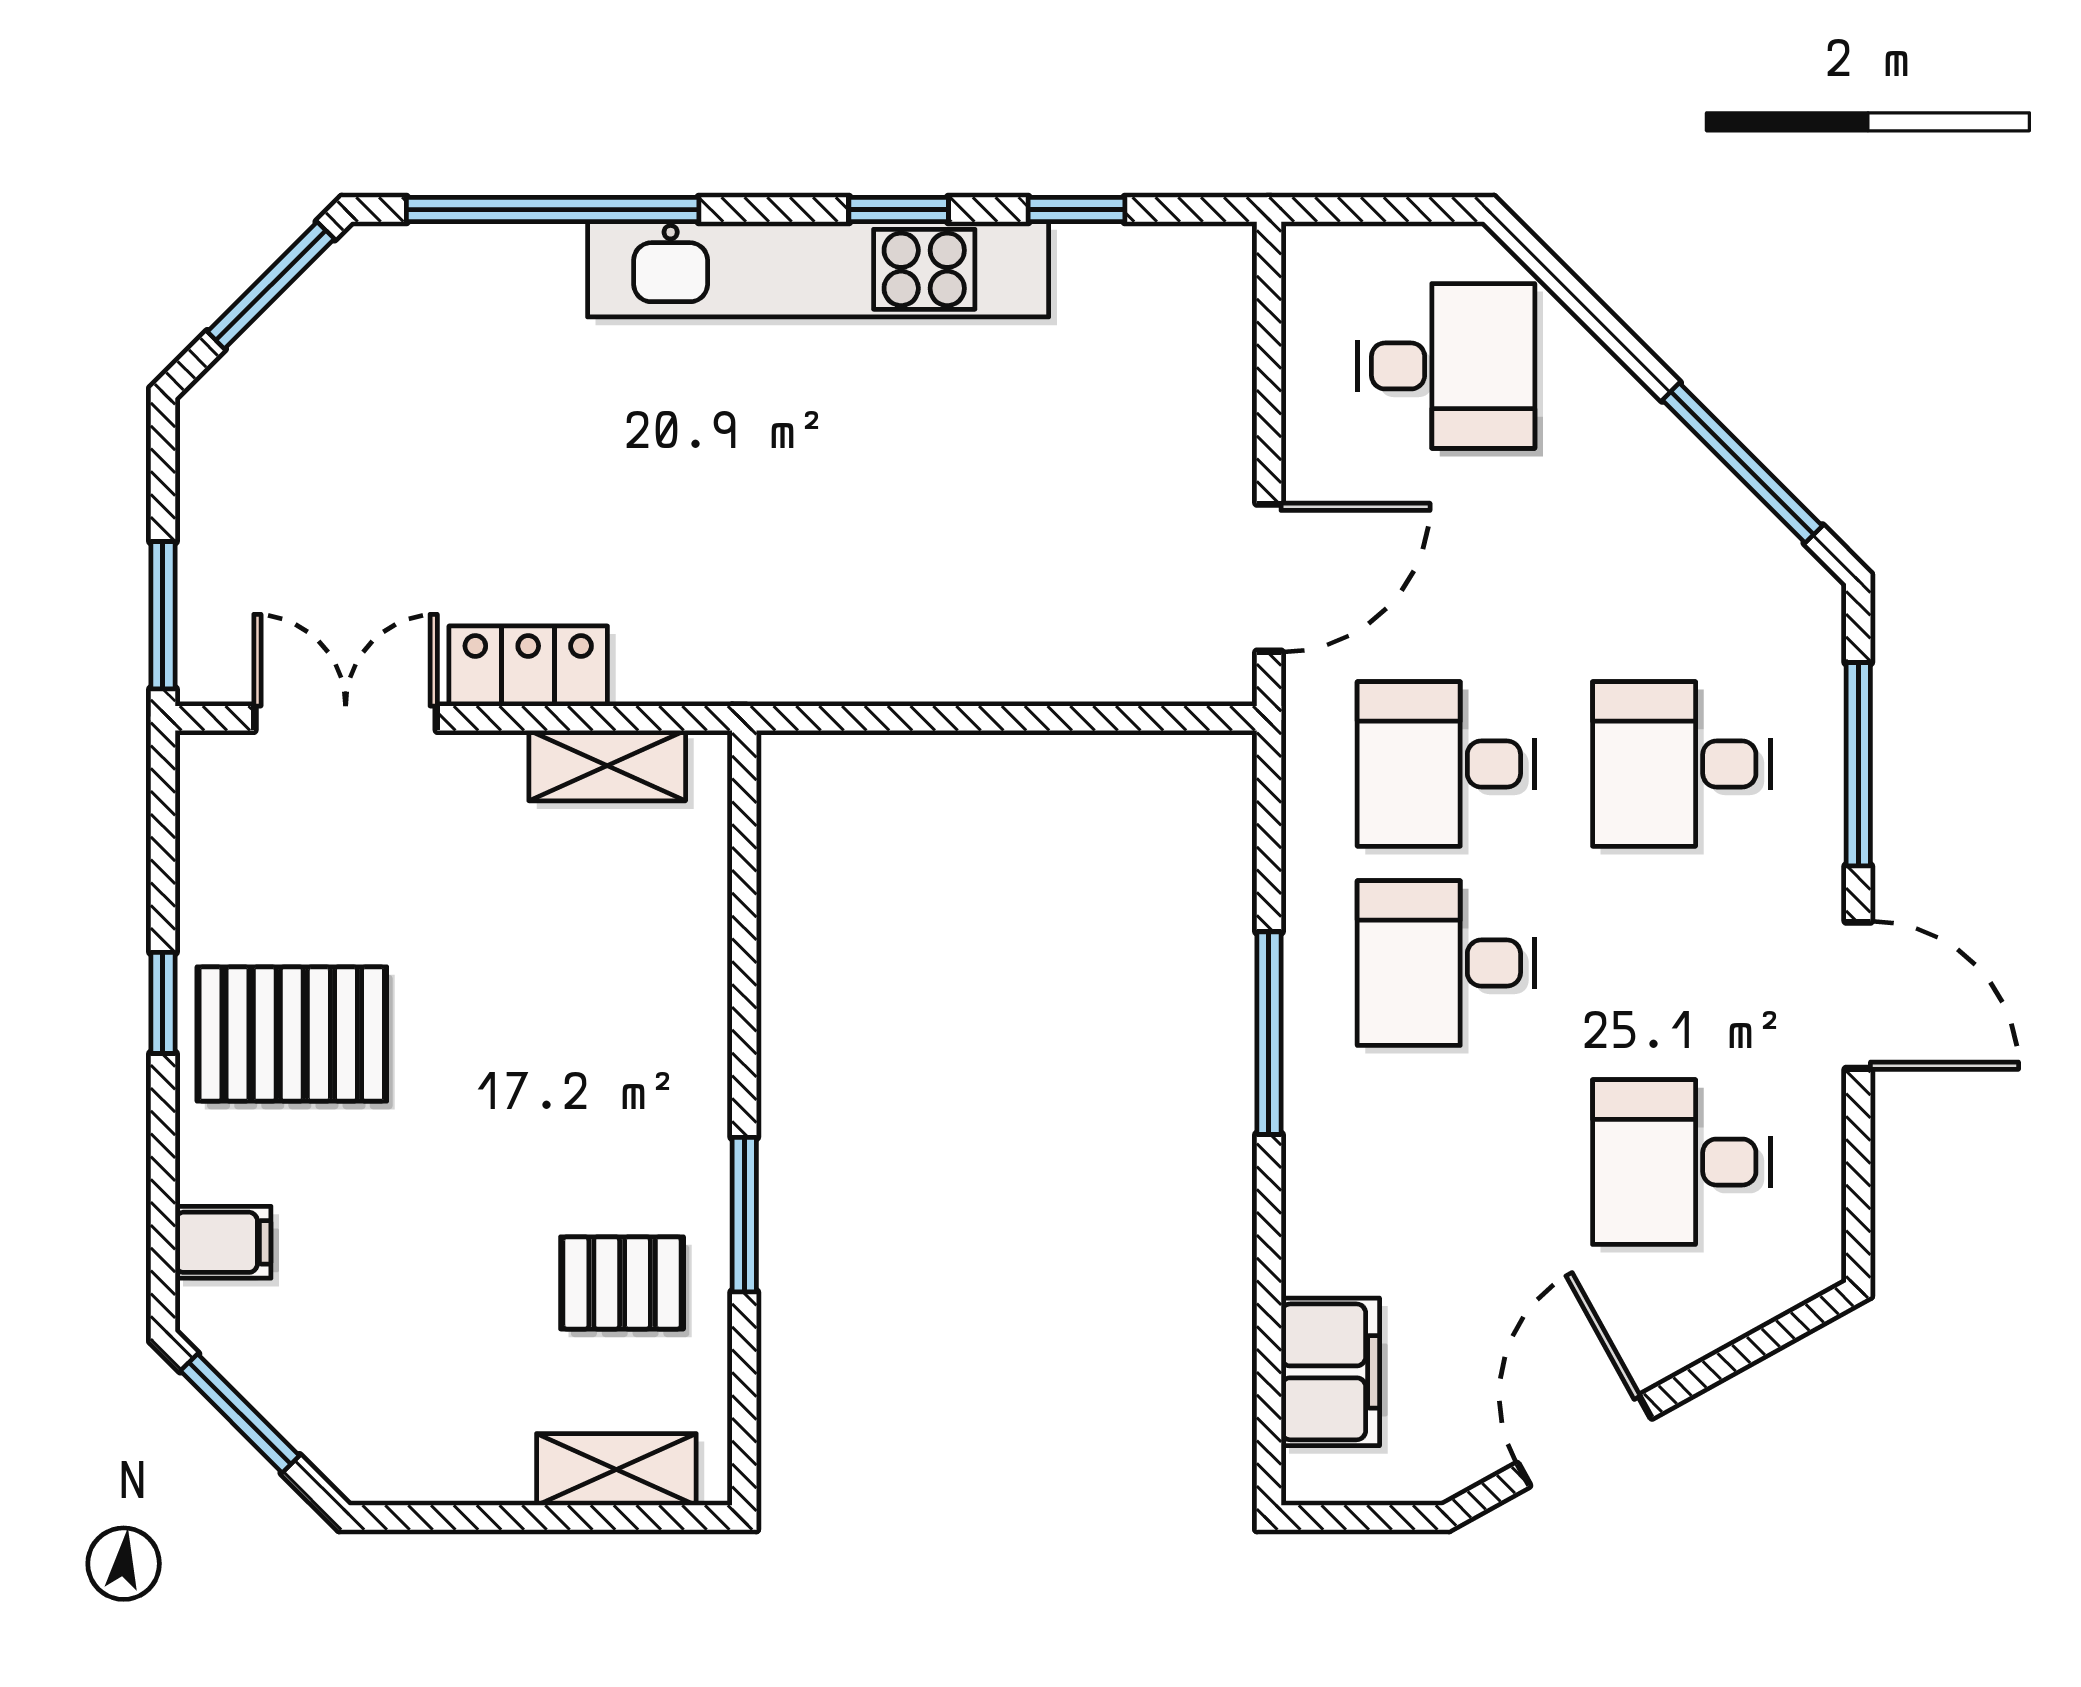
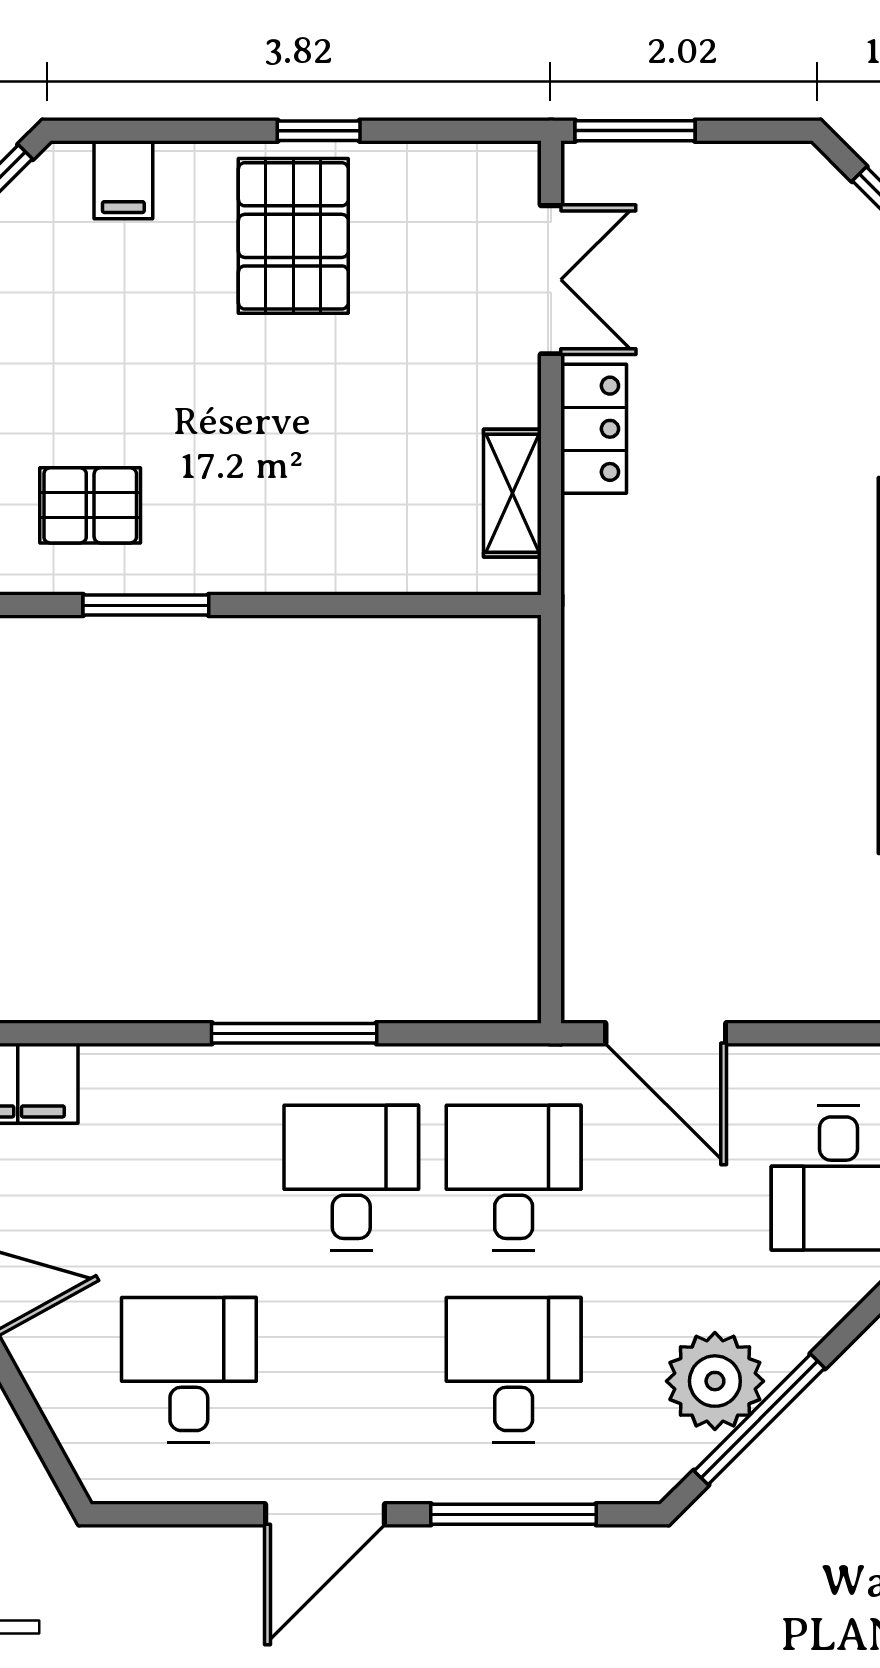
plant: (1695, 517) -> (715, 1381), added
pallet: (622, 1283) -> (90, 505), turned 90

